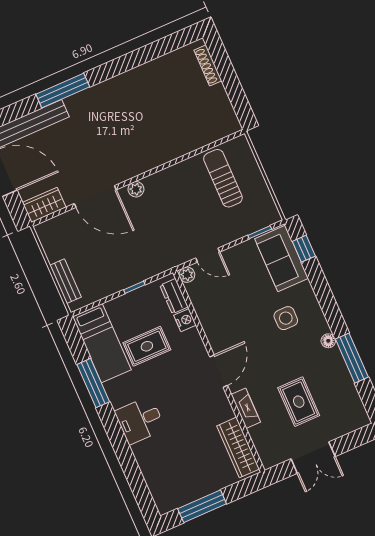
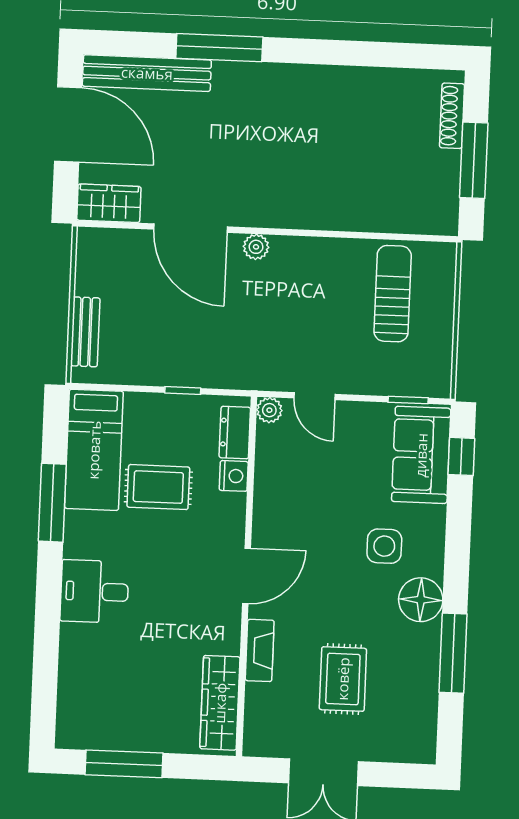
window: (232, 84) -> (474, 160), added
floor lamp: (328, 341) -> (421, 600), width x1.89, depth x1.89

